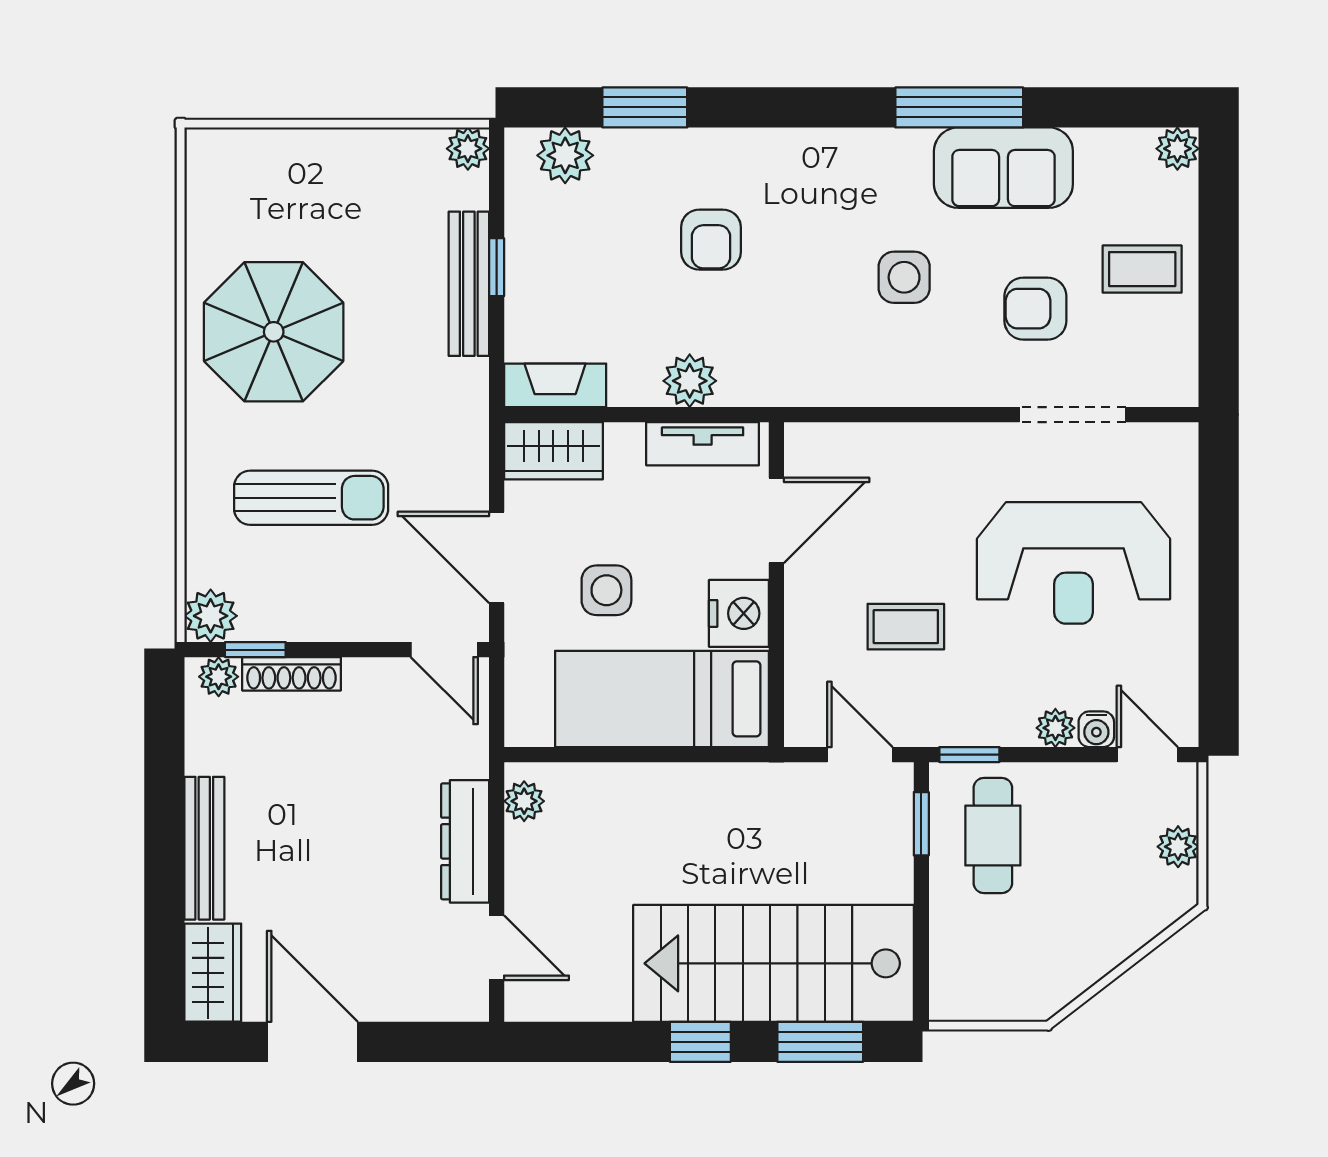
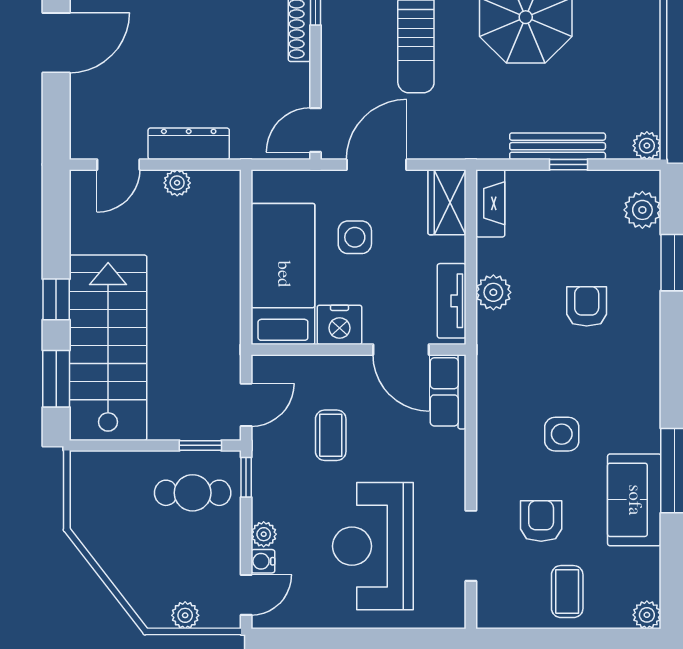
armchair: (711, 240) -> (587, 306), turned 90
row of seats: (840, 449) -> (448, 392), added
plant: (524, 801) -> (177, 183), moved

